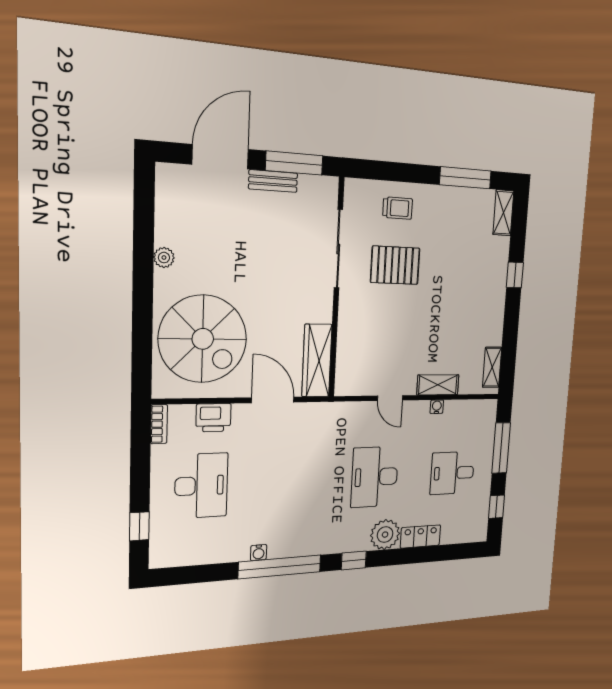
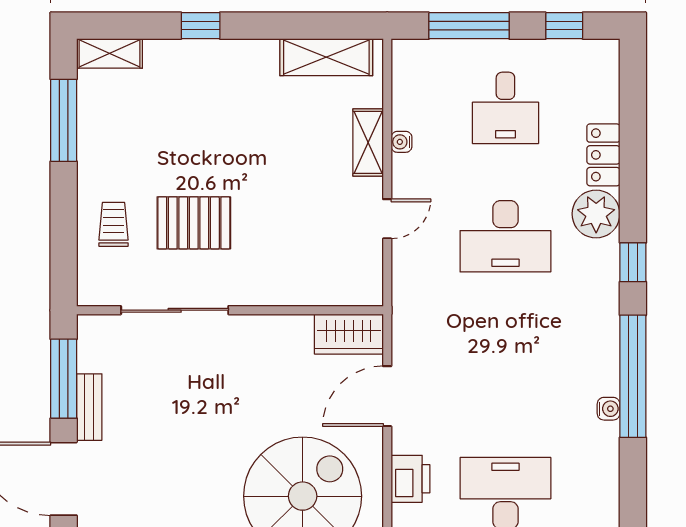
pallet: (395, 265) -> (194, 223), turned 90
wardrobe: (317, 361) -> (349, 334), width x0.67
shelving: (492, 367) -> (326, 57), width x1.50, depth x1.33

